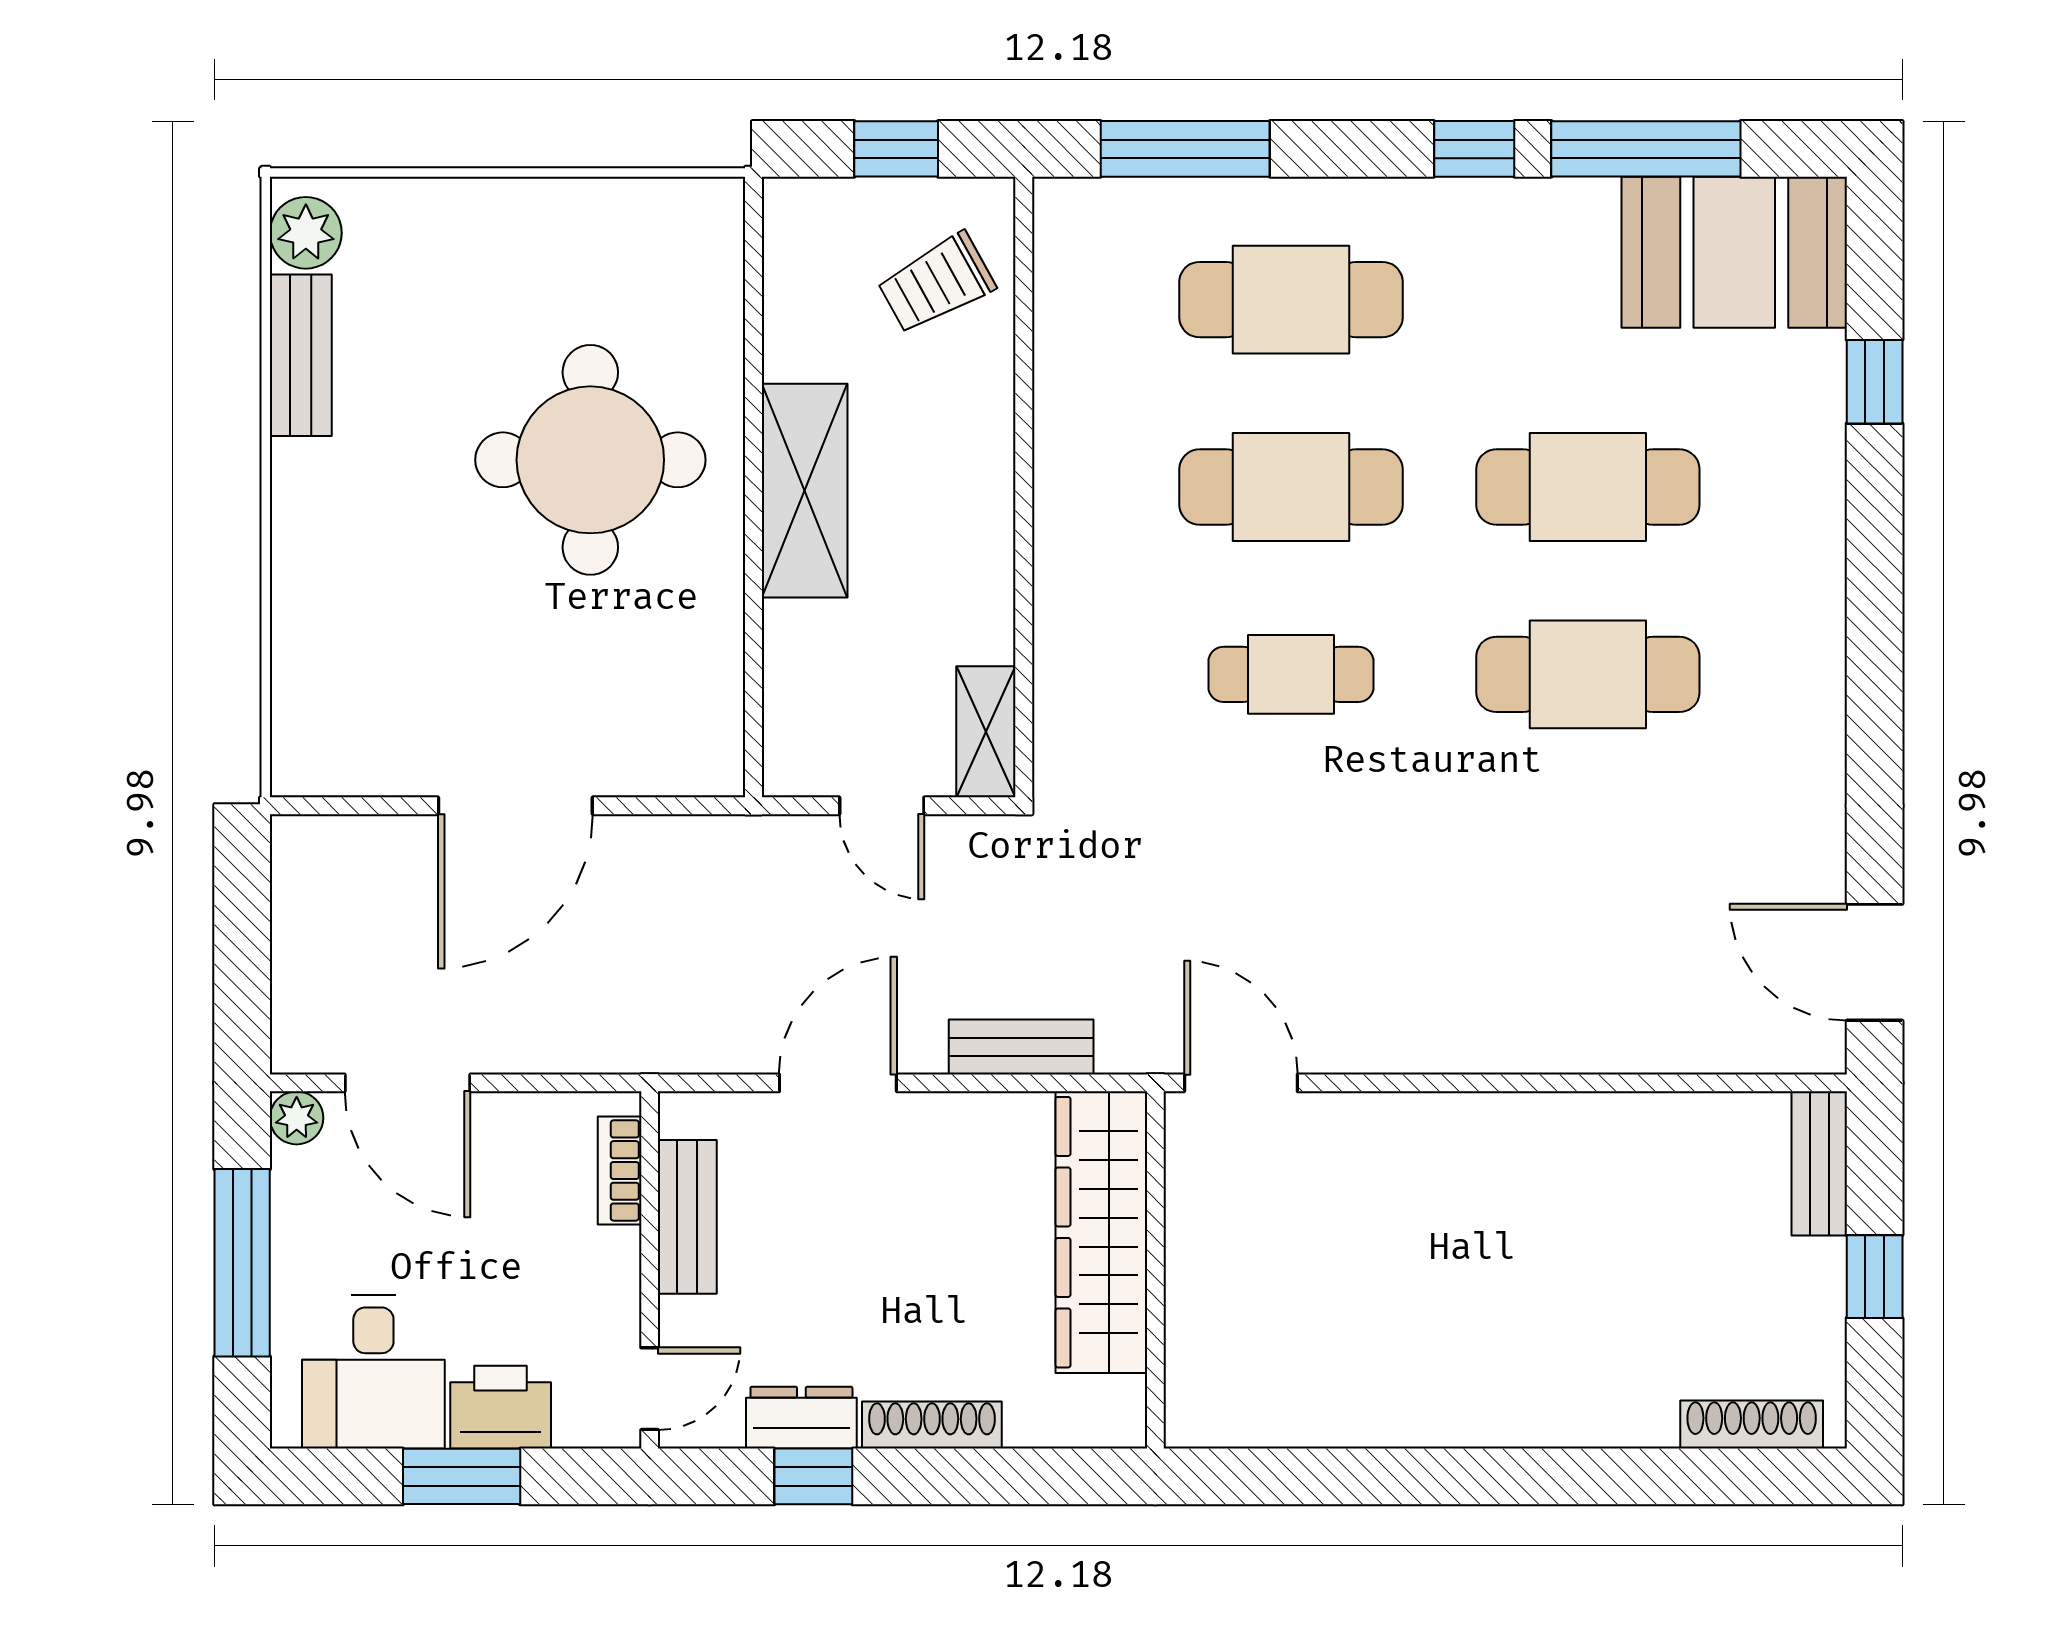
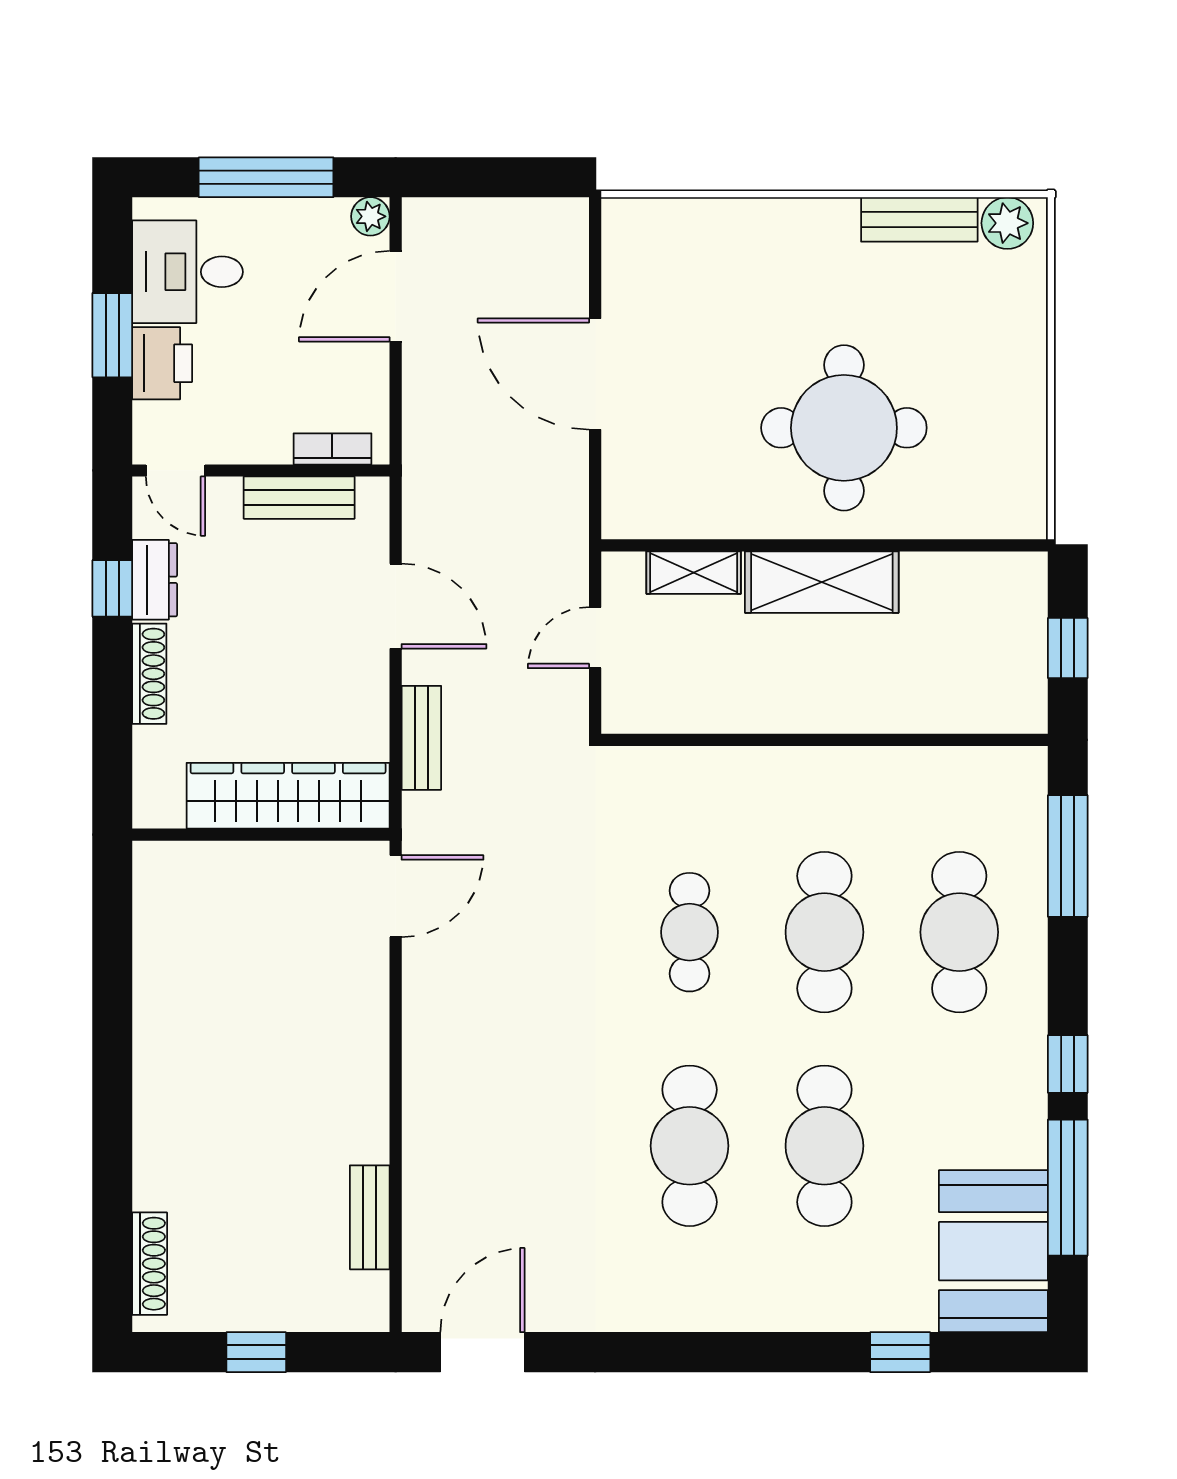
trolley: (936, 283) -> (971, 677), removed
shelving: (986, 732) -> (694, 573), moved
bench: (1819, 1163) -> (370, 1217), moved, turned 90

